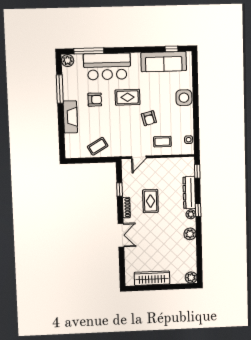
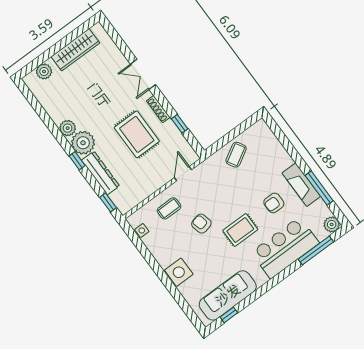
fireplace: (70, 117) -> (301, 185), moved
rug: (150, 201) -> (137, 134), width x1.36, depth x1.43
plant: (191, 214) -> (83, 143), width x1.88, depth x1.88
plant: (191, 278) -> (44, 71), moved

